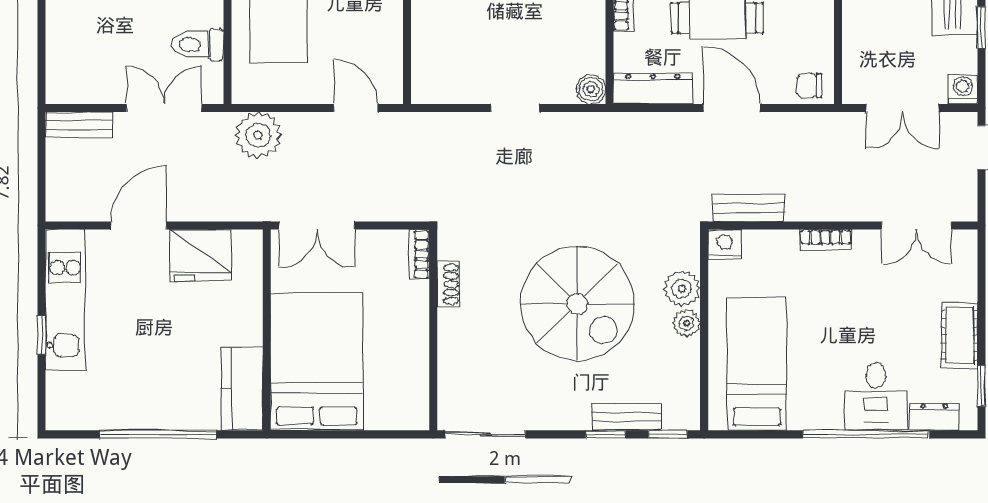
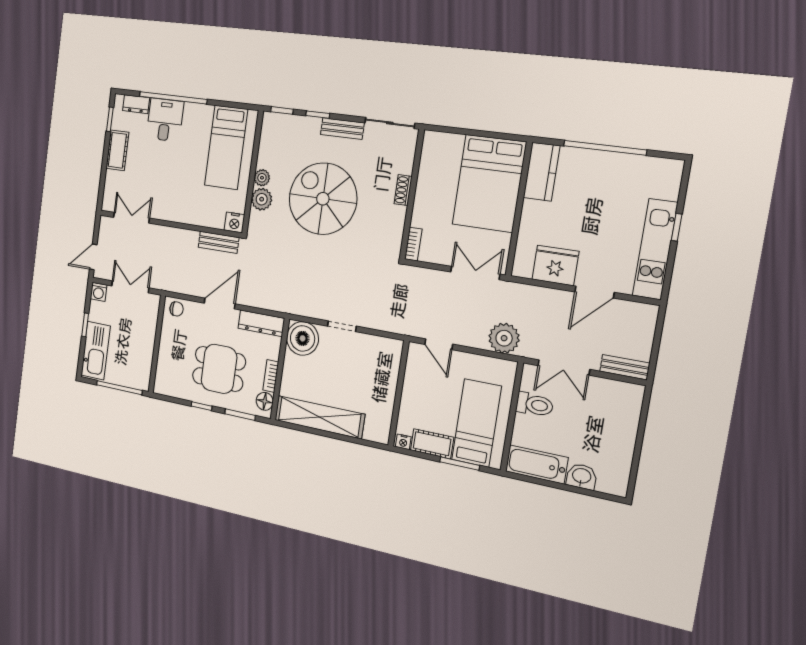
boiler: (591, 89) -> (303, 338), width x1.86, depth x1.86
door: (732, 108) -> (220, 303), swing flipped
bookcase: (826, 240) -> (180, 217), removed
shoe rack: (448, 284) -> (403, 190), moved
bench: (627, 417) -> (342, 129), moved

